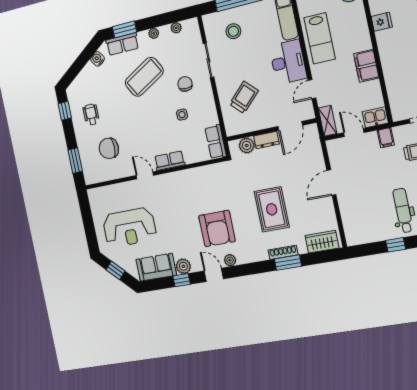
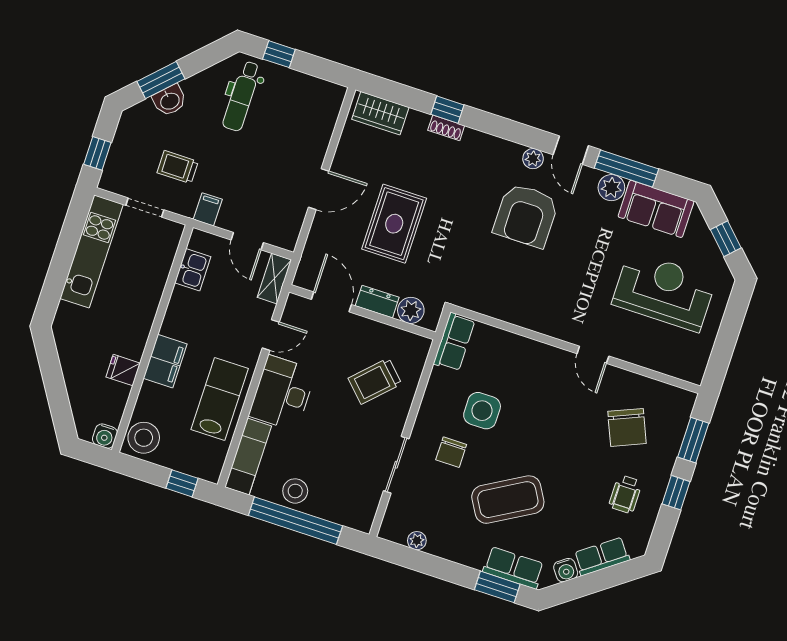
stool: (233, 31) -> (295, 491), moved
plant: (154, 33) -> (456, 554), removed
filing cabinet: (366, 66) -> (165, 361), moved
window: (65, 111) -> (676, 493), moved
side table: (182, 115) -> (482, 411), width x1.87, depth x1.87
kitchen sink: (375, 117) -> (193, 270), moved, turned -90
door: (290, 126) -> (331, 302), hinge flipped
chair: (109, 148) -> (627, 427), turned 67
row of seats: (170, 161) -> (602, 556), moved, turned 144
rug: (272, 209) -> (394, 224), moved
armchair: (217, 228) -> (526, 215), turned 180
shoe rack: (283, 252) -> (446, 128), width x0.70
window: (288, 263) -> (447, 110), width x0.67
window: (182, 280) -> (627, 168), width x2.17

